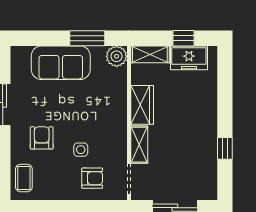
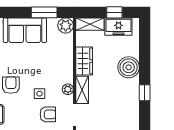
boiler: (203, 114) -> (129, 67), added
plant: (120, 144) -> (68, 89), added

